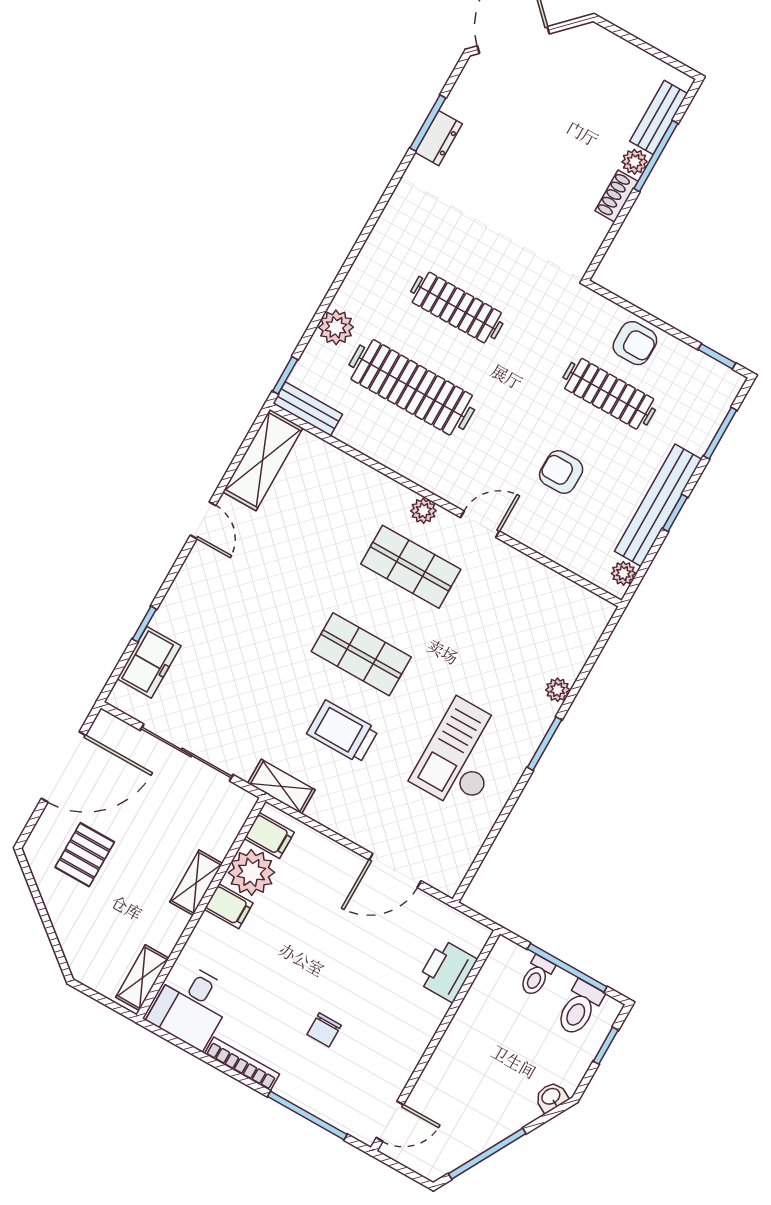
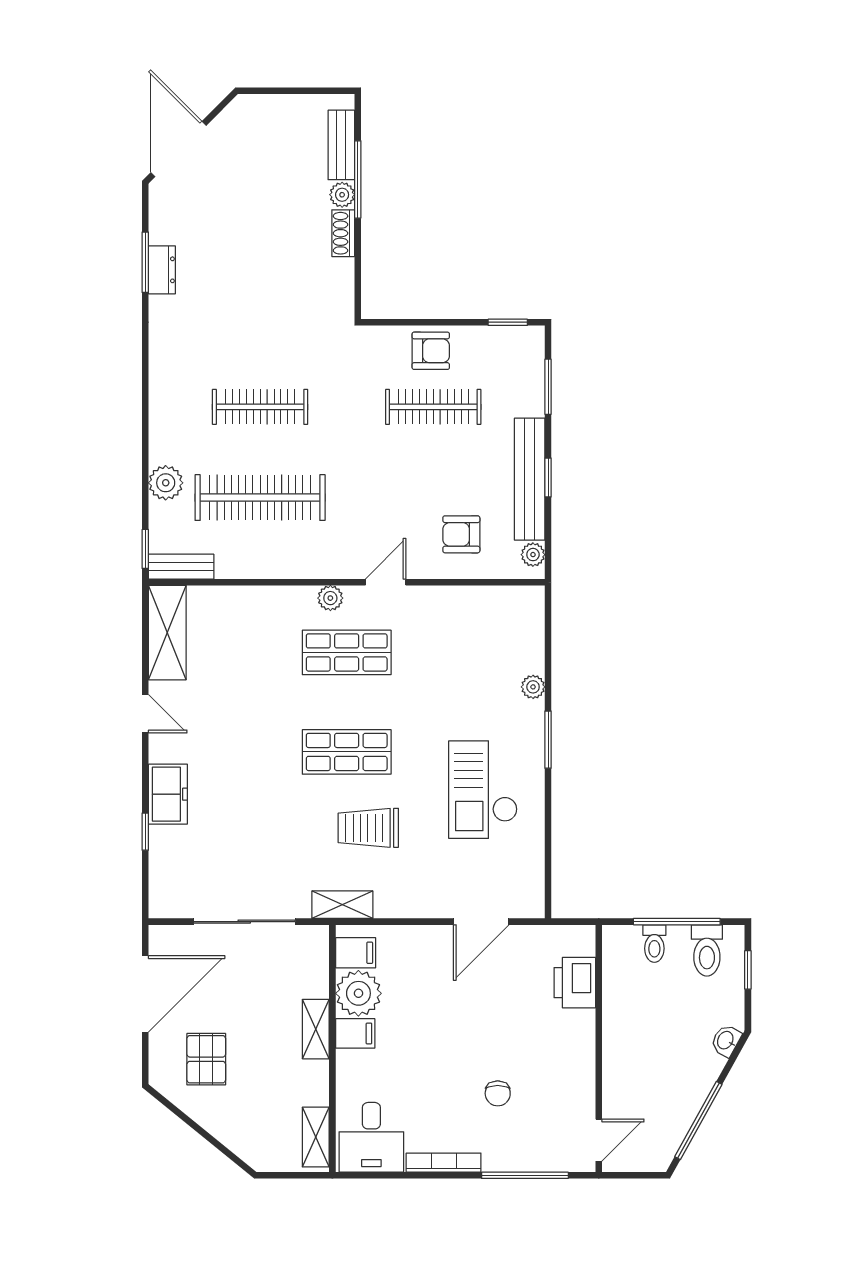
armchair: (561, 472) -> (461, 534), moved
freezer: (149, 662) -> (168, 794), moved

